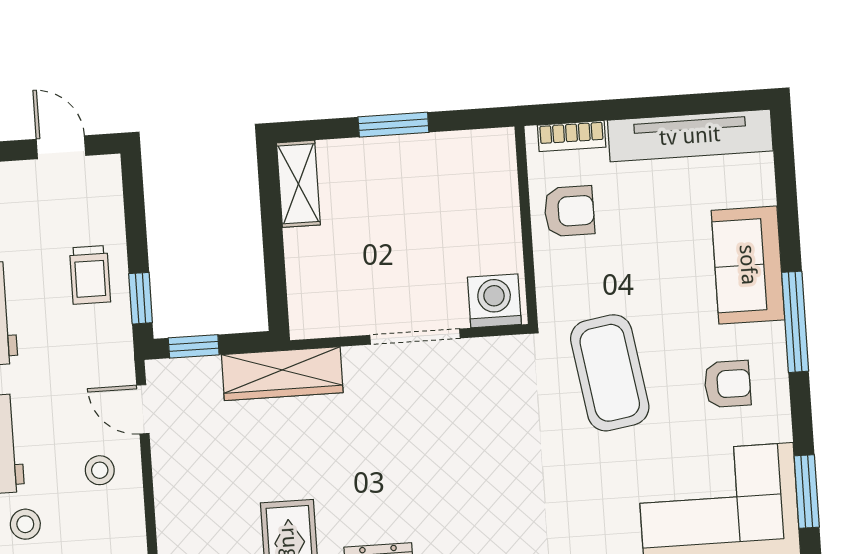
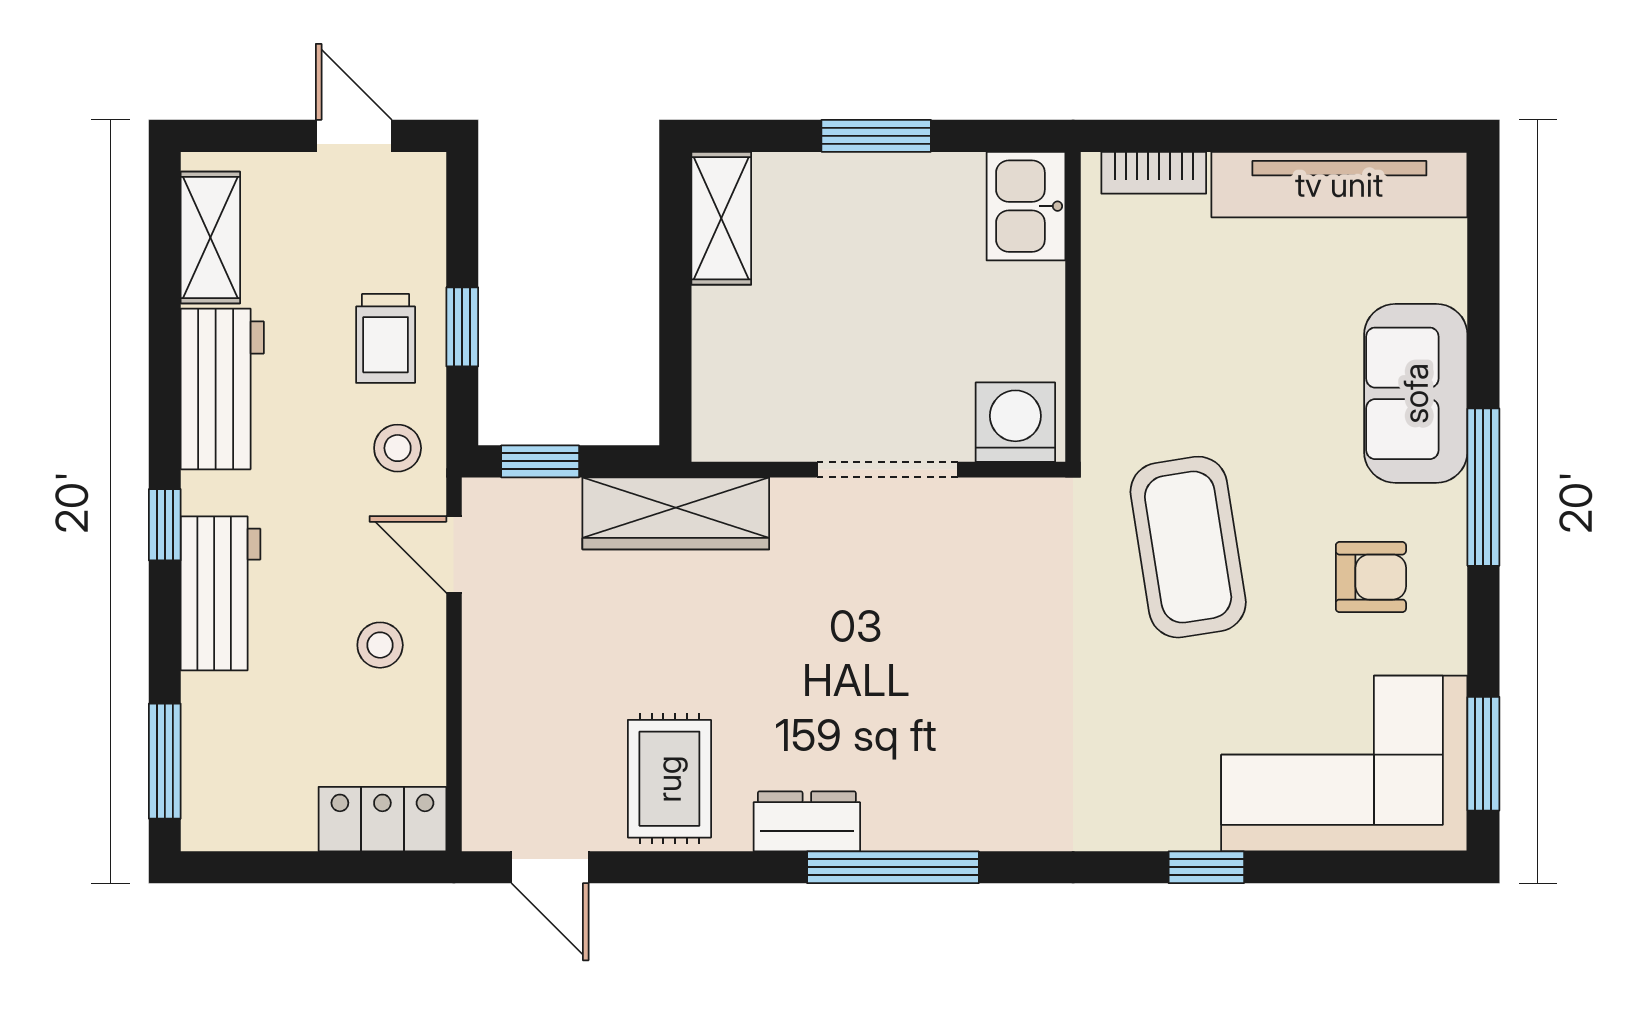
kitchen sink: (492, 163) -> (1026, 206), added
armchair: (569, 211) -> (1142, 290), removed
window: (141, 298) -> (462, 327), moved
stool: (25, 524) -> (398, 448), moved

